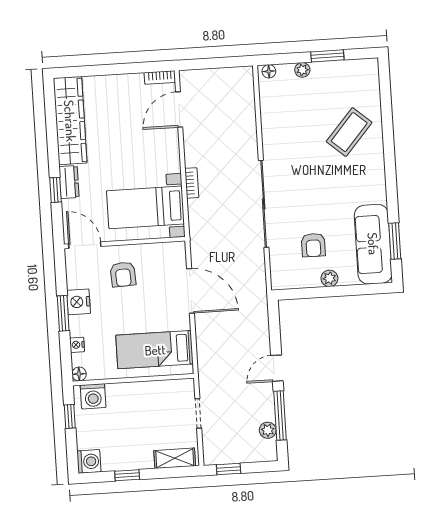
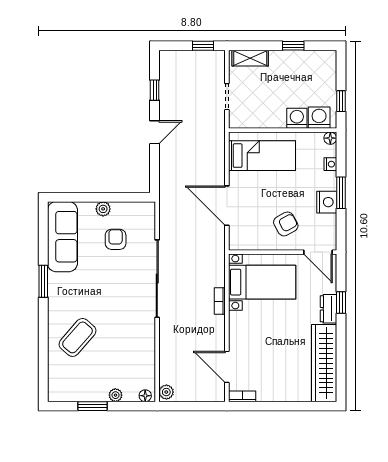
door: (179, 109) -> (227, 367), swing flipped
window: (395, 241) -> (43, 281), moved
armchair: (123, 274) -> (286, 224), turned 64
window: (280, 416) -> (155, 90), width x0.46
plant: (268, 430) -> (166, 392), moved
washing machine: (89, 461) -> (297, 118), moved, turned 90

